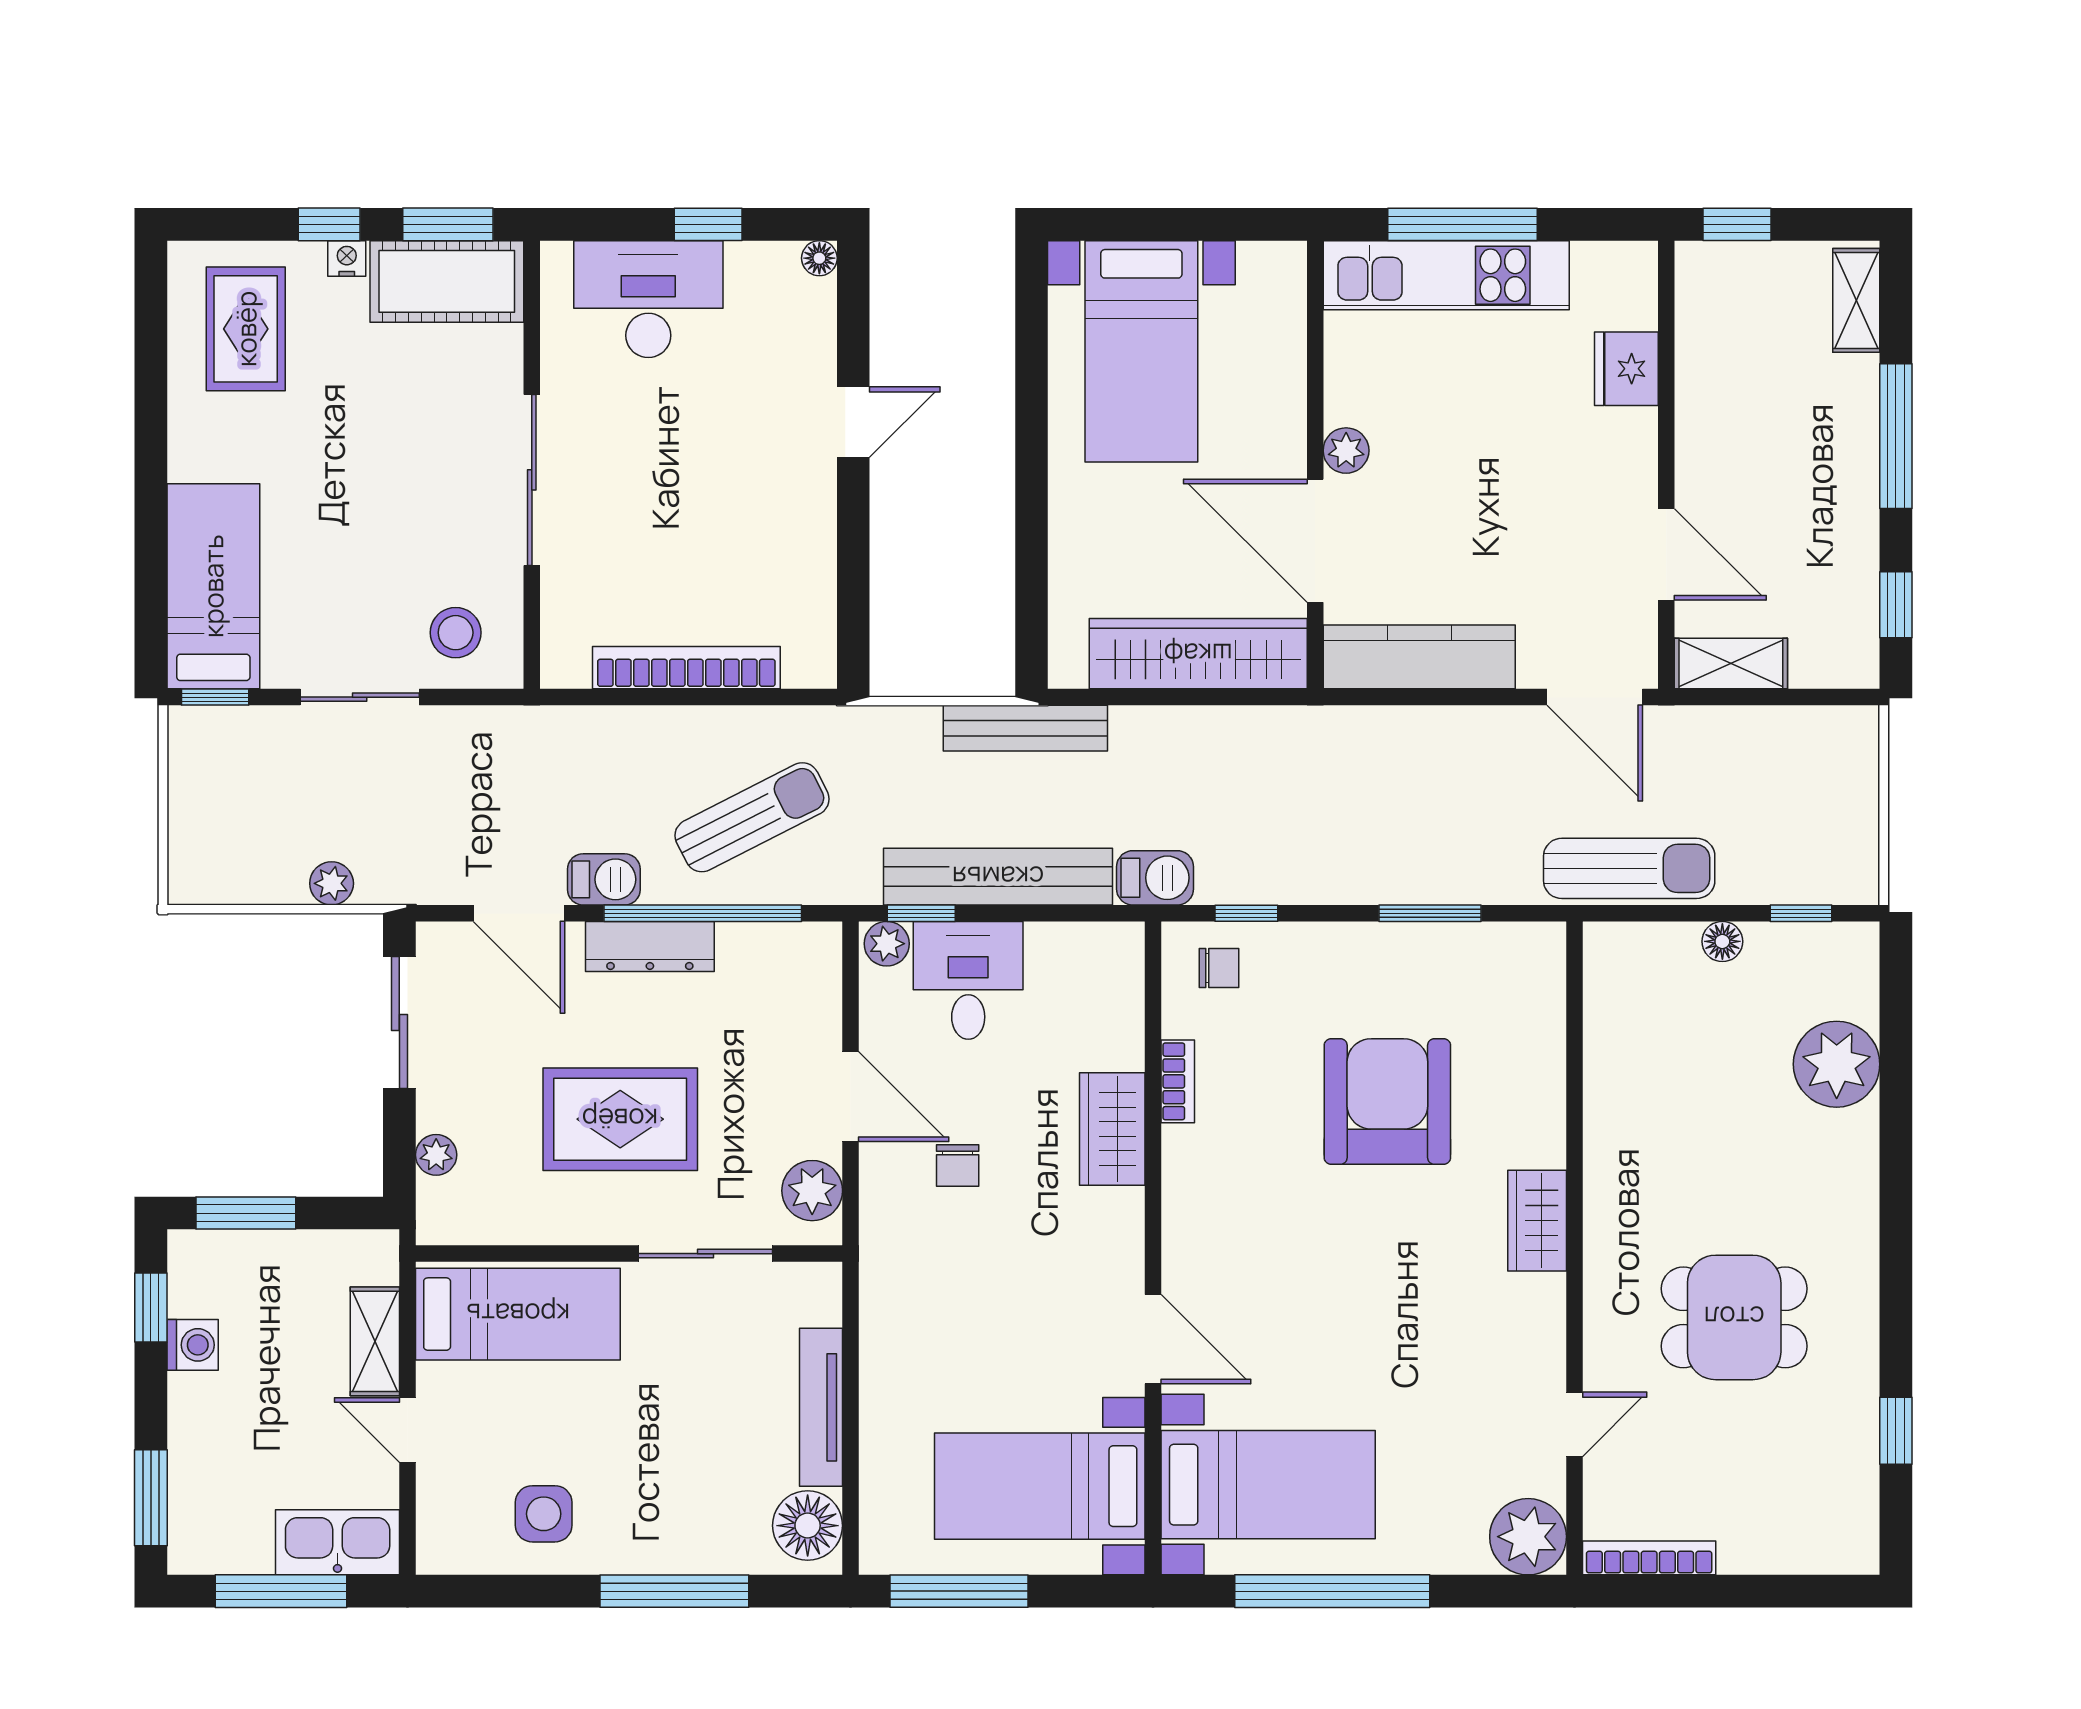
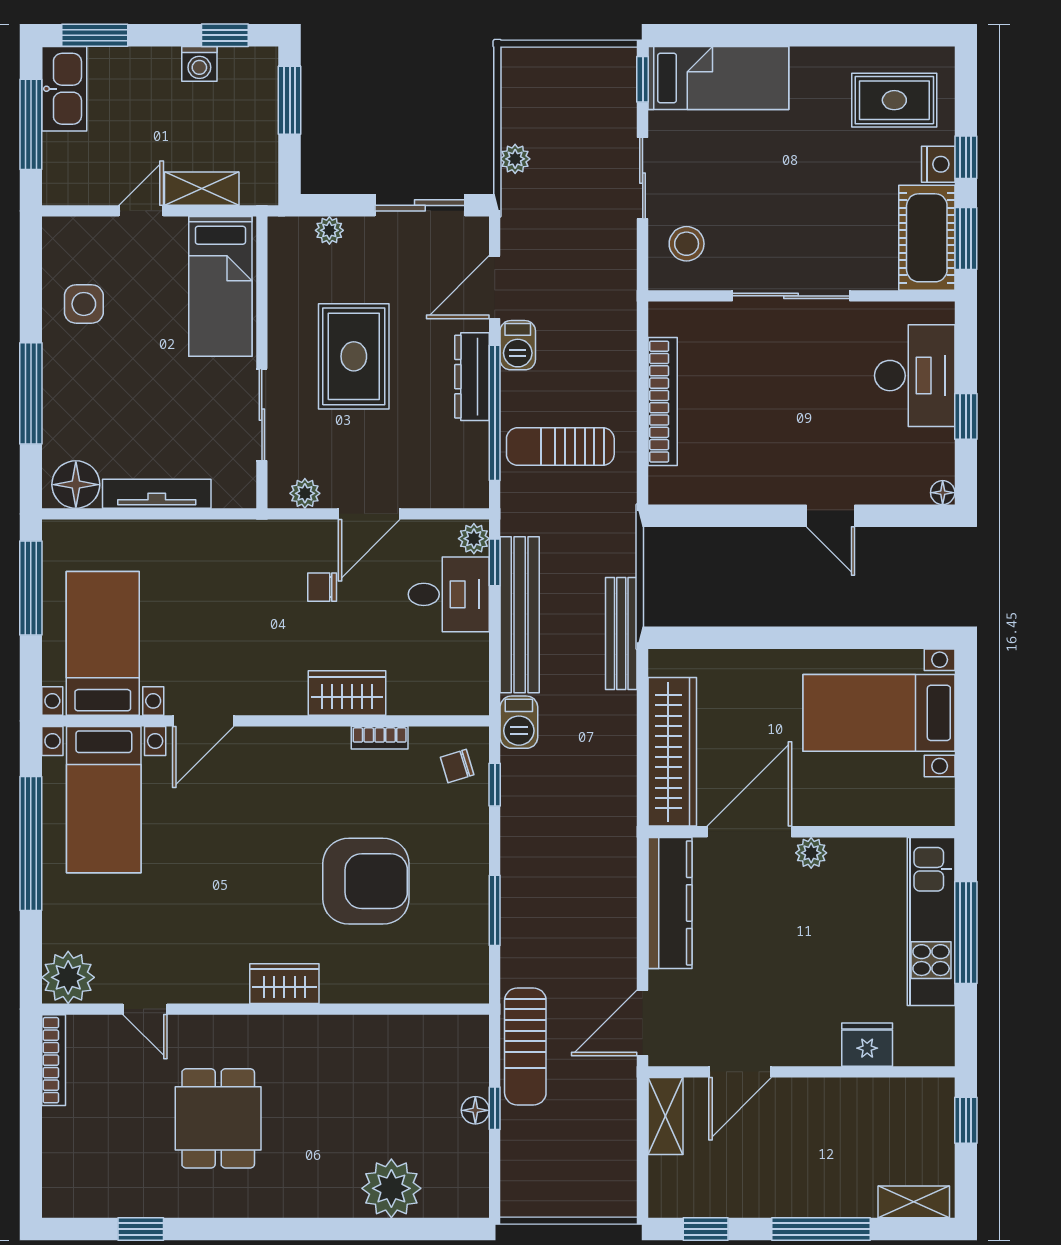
nightstand: (347, 258) -> (938, 164), width x1.39, depth x1.35
sun lounger: (752, 817) -> (560, 447), turned 117
window: (1801, 913) -> (495, 1108), moved
chair: (1219, 968) -> (457, 766), turned 73
plant: (812, 1191) -> (305, 493), width x0.73, depth x0.73
kitchen sink: (338, 1542) -> (64, 89), moved

